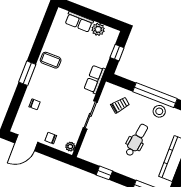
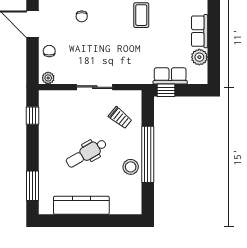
window: (117, 53) -> (166, 90), moved
row of seats: (95, 79) -> (170, 76), moved
dental chair: (137, 140) -> (86, 153), turned 142
window: (104, 173) -> (33, 116), moved

